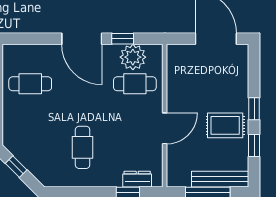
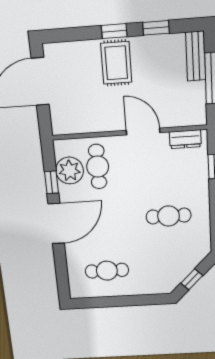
cafe table: (30, 84) -> (107, 271), turned 90
rug: (225, 125) -> (116, 63), moved
dresser: (137, 179) -> (185, 139), moved, turned -90
bench: (220, 179) -> (196, 56), width x0.73

